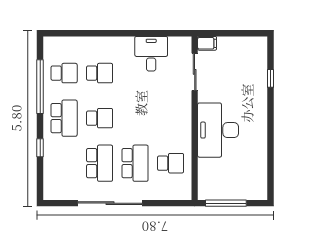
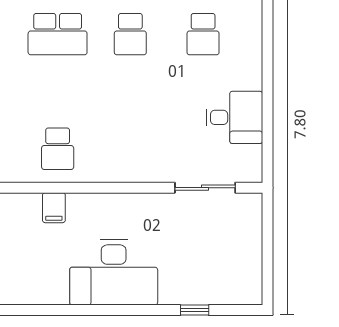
filing cabinet: (207, 43) -> (54, 208), moved
desk: (218, 130) -> (114, 272), moved, turned 180
school desk: (135, 163) -> (58, 91), removed

